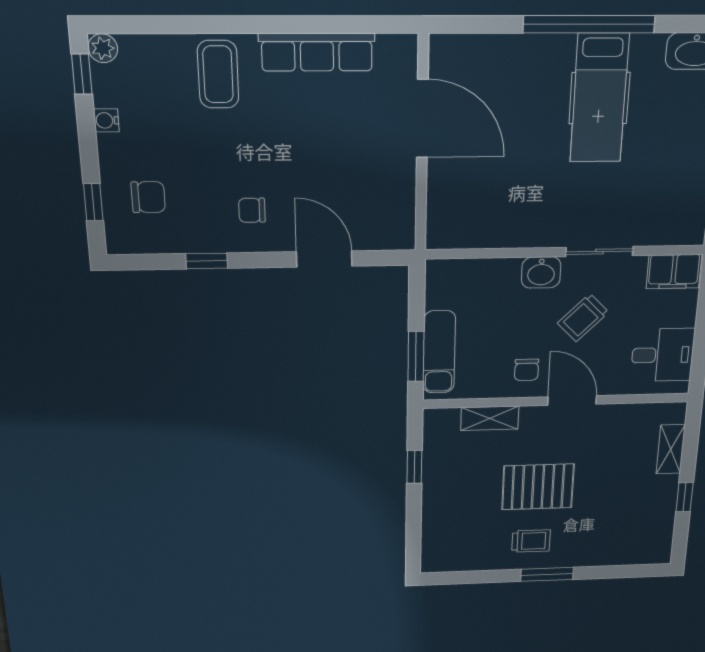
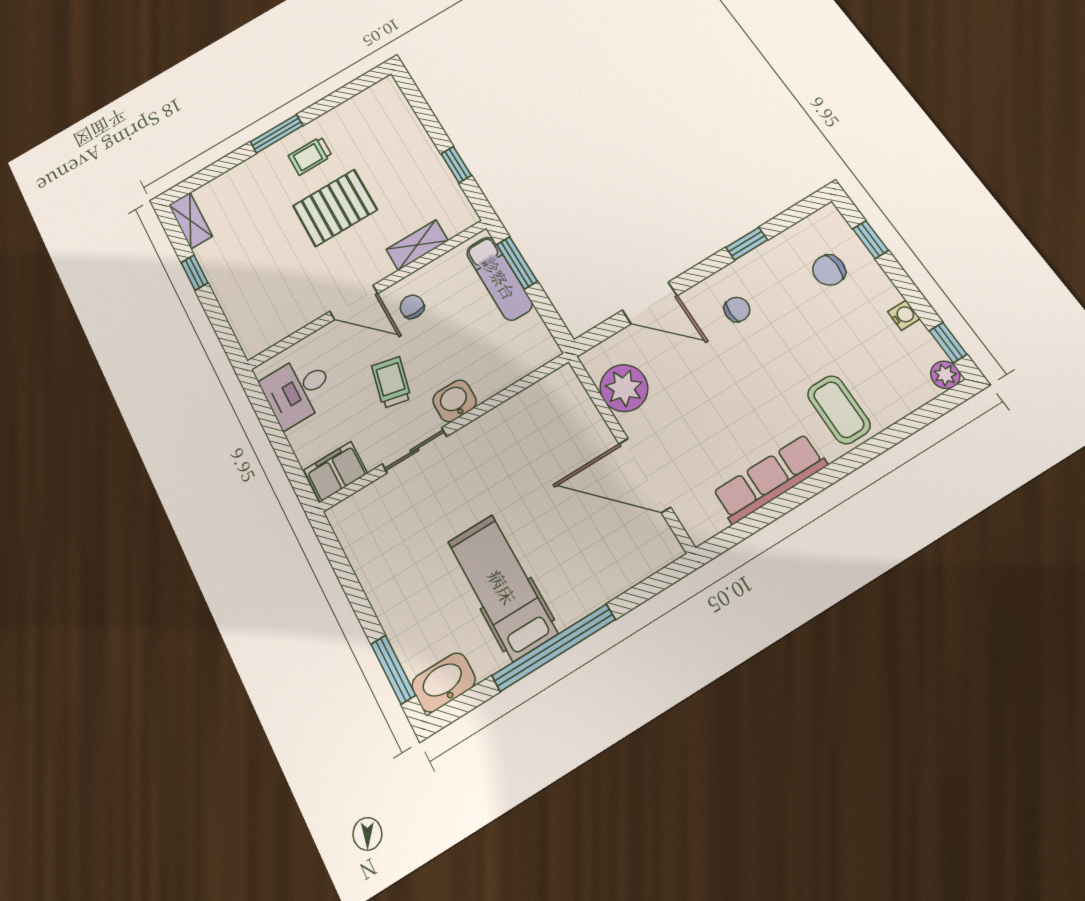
plant: (393, 201) -> (624, 388), added
trolley: (583, 318) -> (391, 382), turned -32
shelving: (671, 449) -> (190, 221), moved

